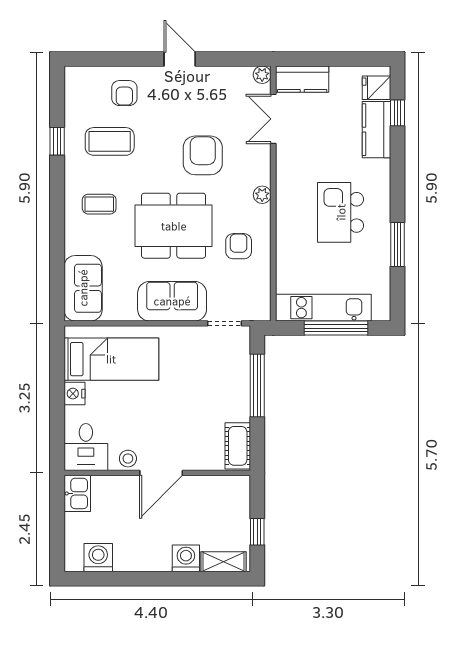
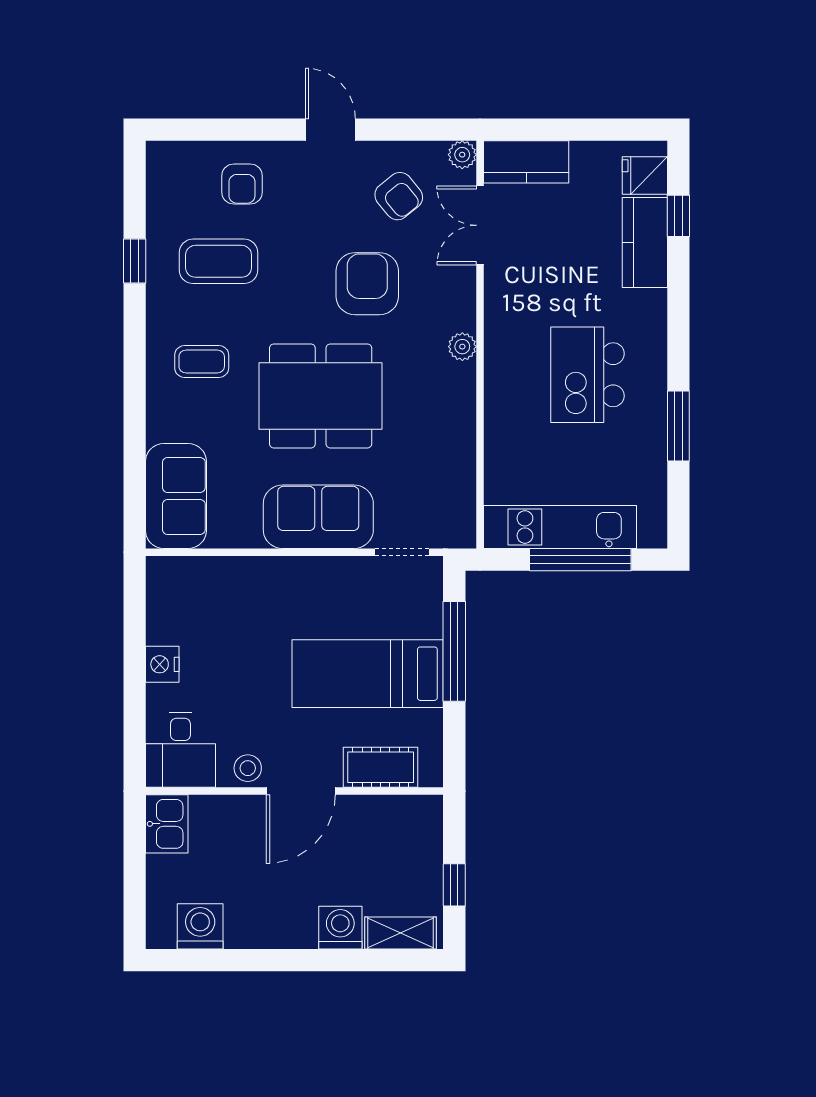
armchair: (239, 246) -> (399, 196), moved, turned 141
bed: (111, 359) -> (368, 674), moved, turned 180
cot: (238, 446) -> (381, 767), moved, turned 90

